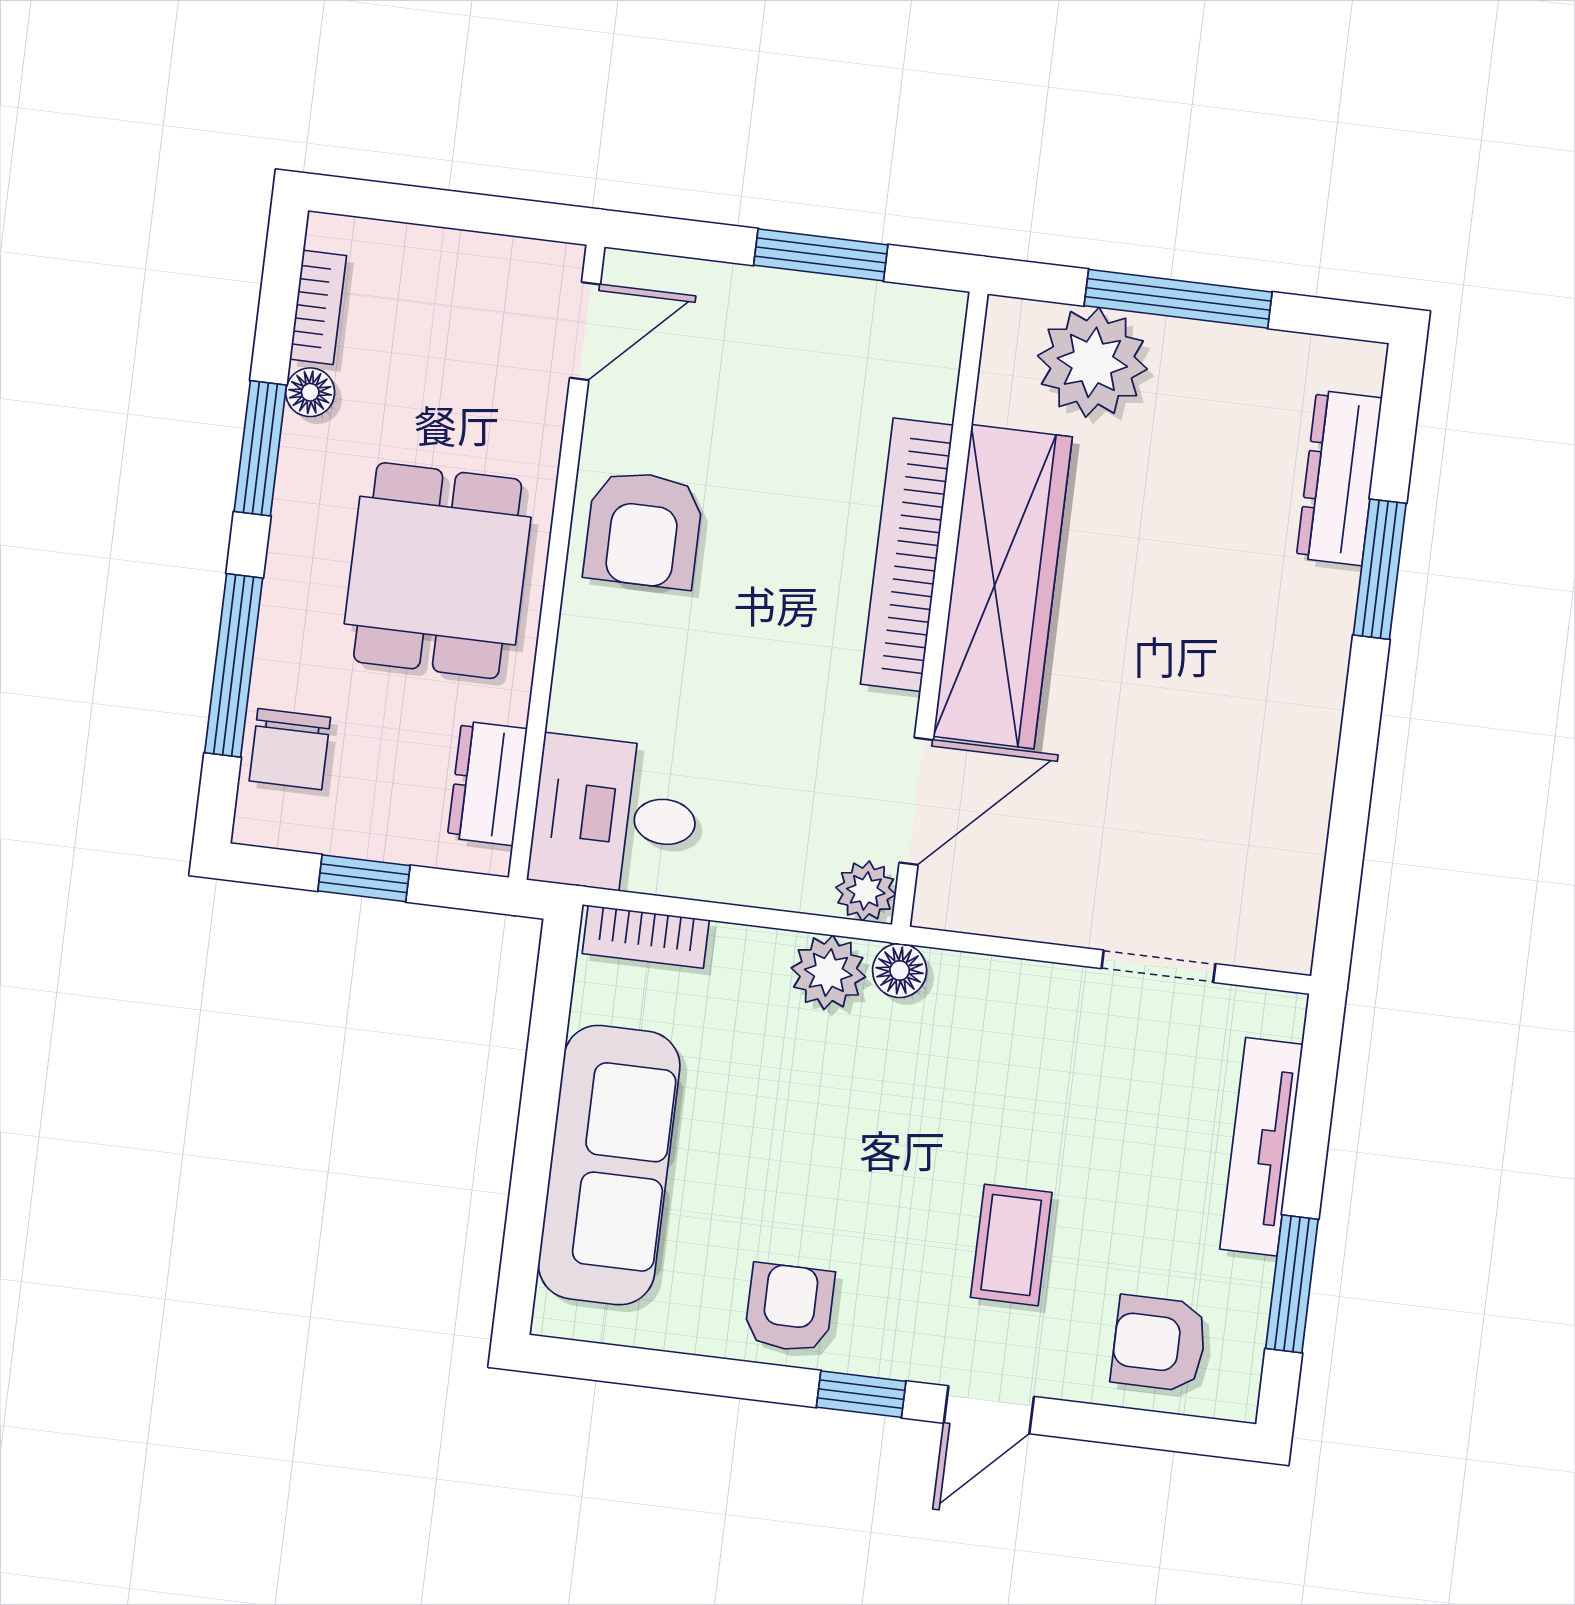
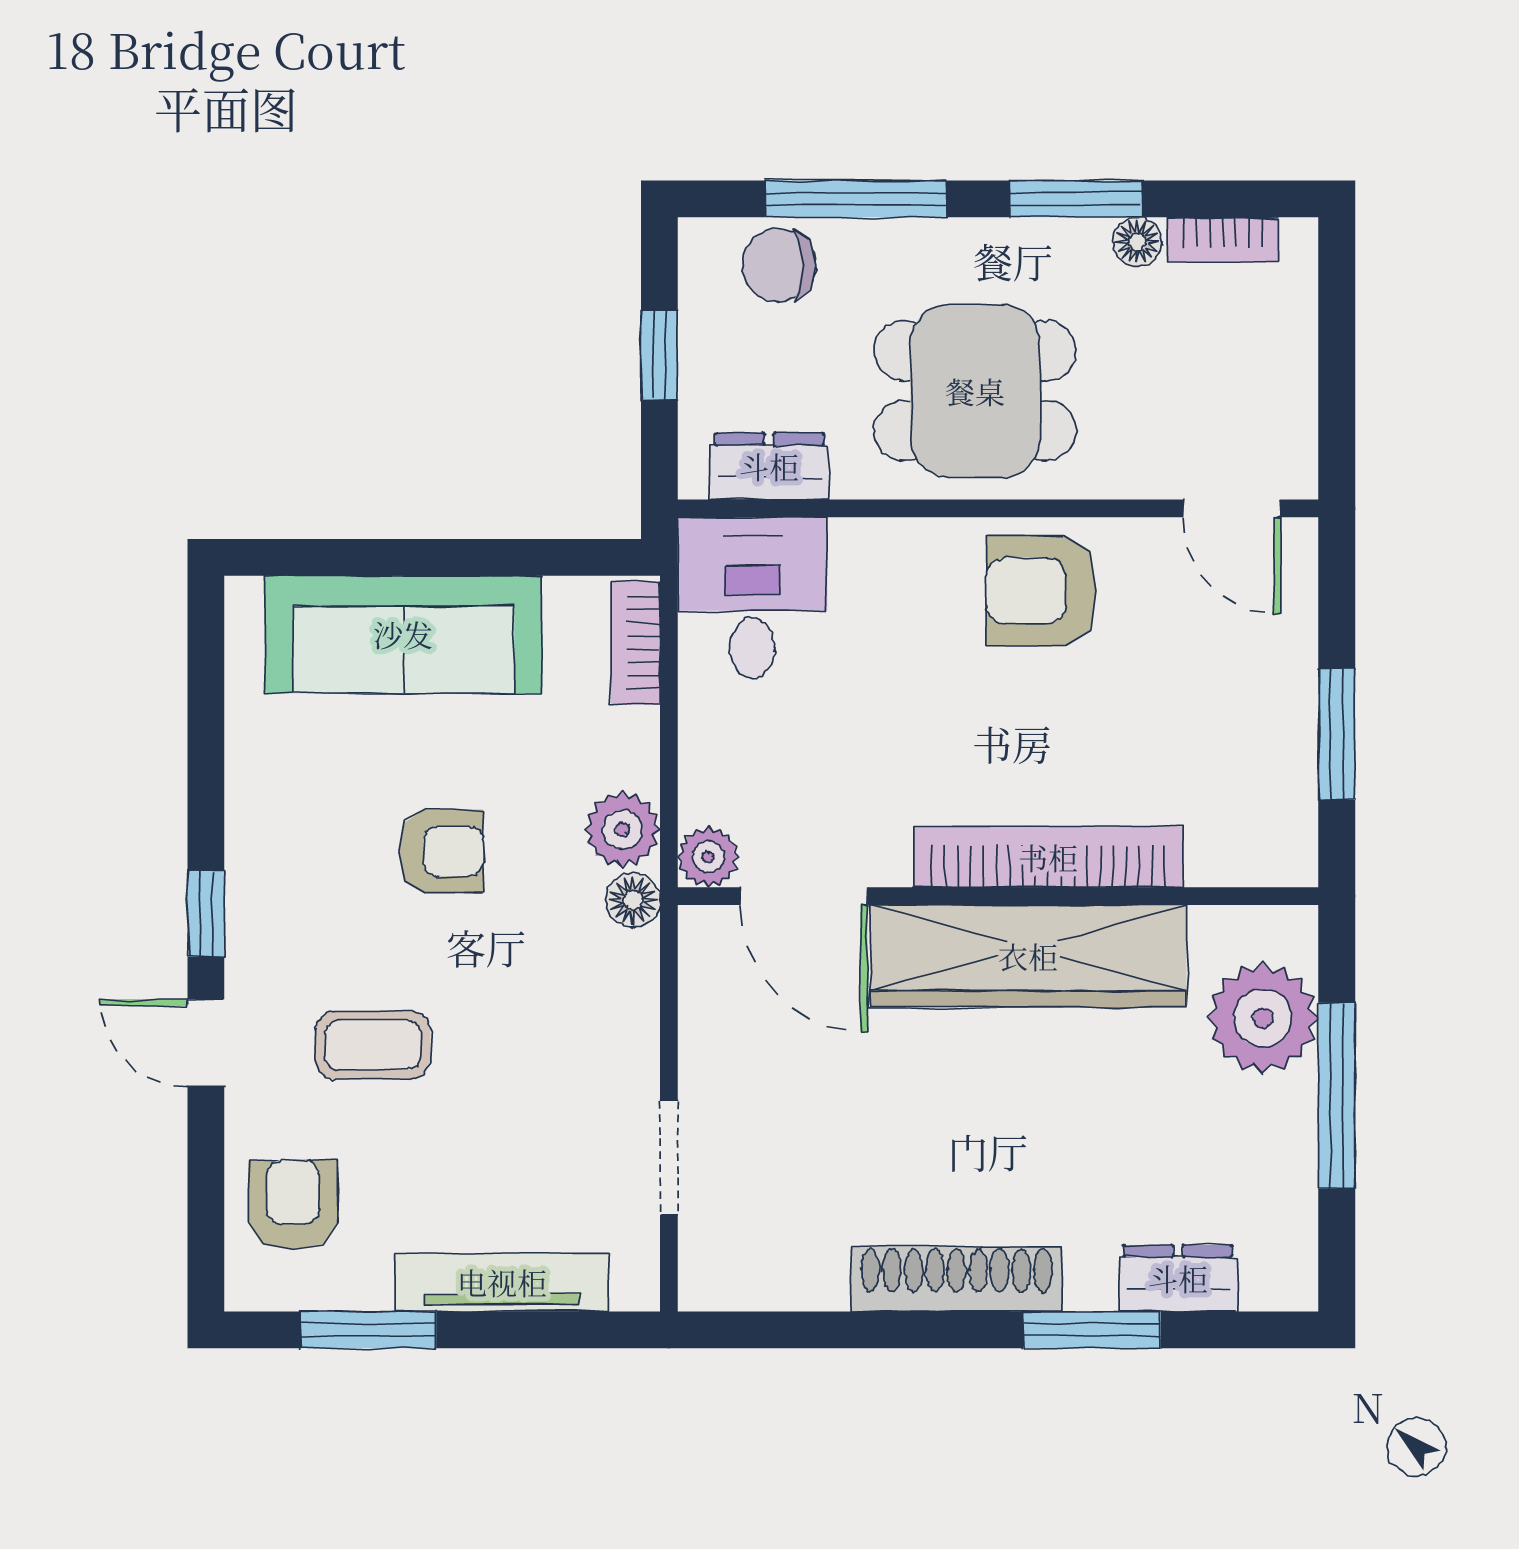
dresser: (1339, 478) -> (1178, 1278), width x0.70
shoe rack: (1313, 697) -> (957, 1279), added
armchair: (790, 1308) -> (441, 851), moved

